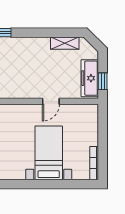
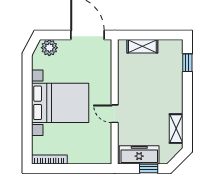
window: (103, 81) -> (149, 168), moved
bed with nightstands: (49, 153) -> (60, 103), width x1.36

